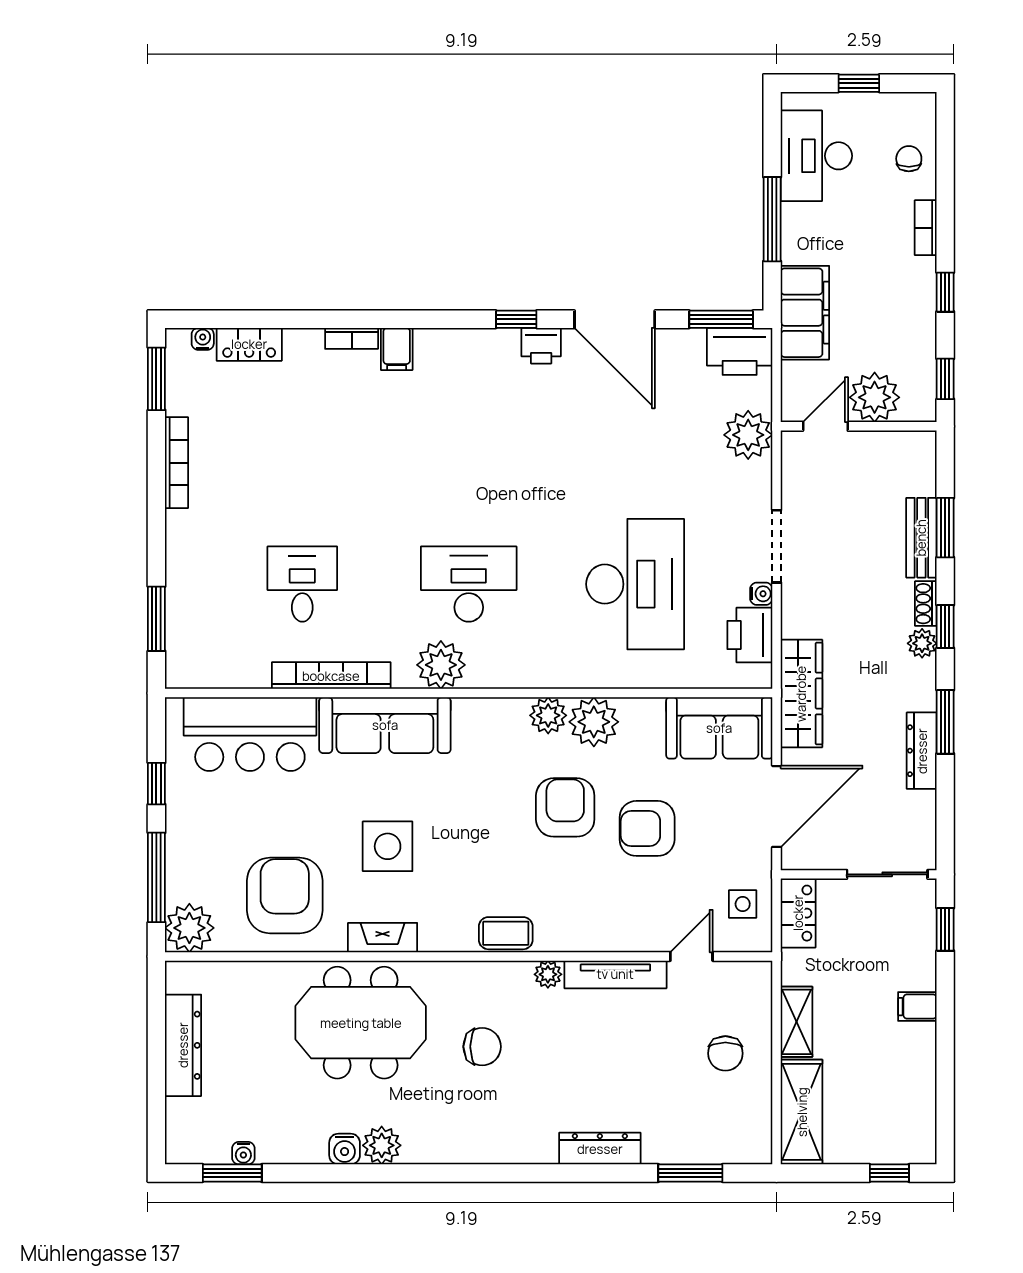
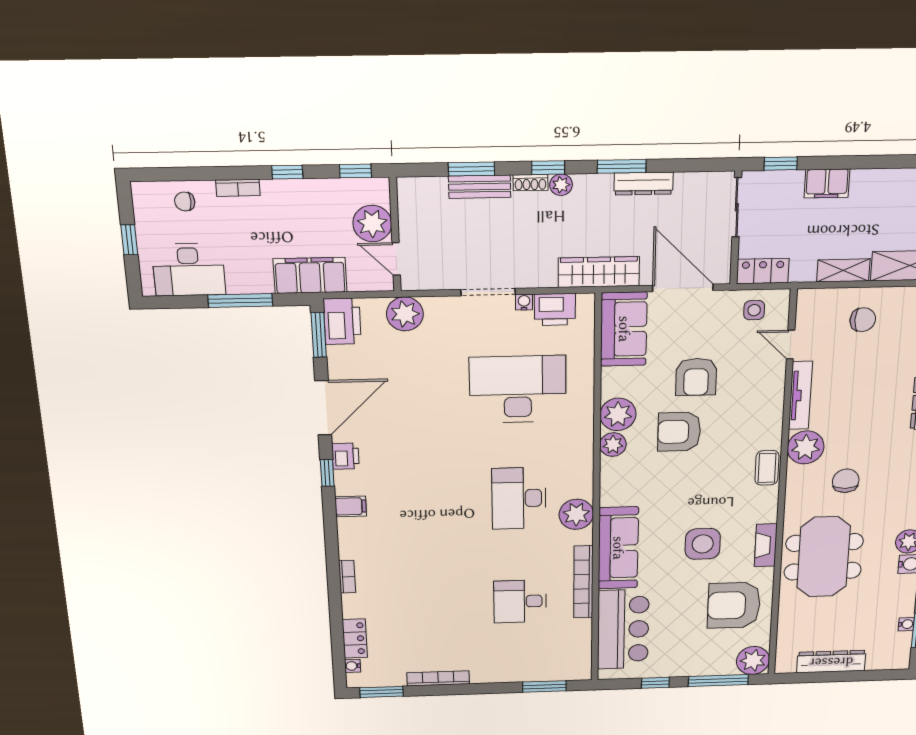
filing cabinet: (397, 349) -> (351, 506), moved
plant: (548, 974) -> (806, 447), width x1.88, depth x1.88
filing cabinet: (917, 1007) -> (827, 183), width x2.00

